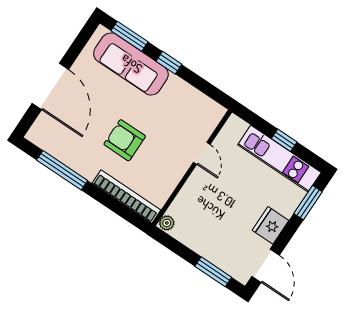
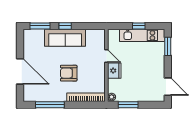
sofa: (131, 64) -> (65, 38), moved
fridge: (270, 225) -> (114, 71), moved, turned 180
window: (213, 272) -> (128, 105), moved

